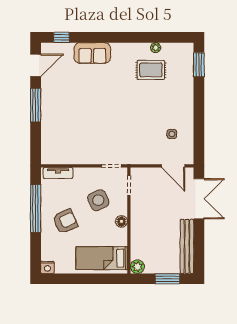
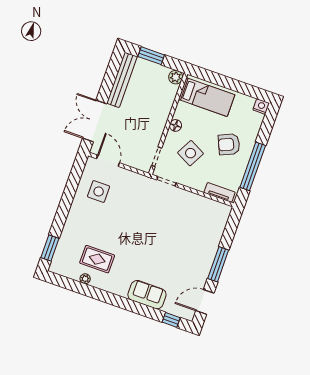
side table: (172, 134) -> (99, 191), width x1.87, depth x1.87
side table: (98, 200) -> (191, 153), turned -37

